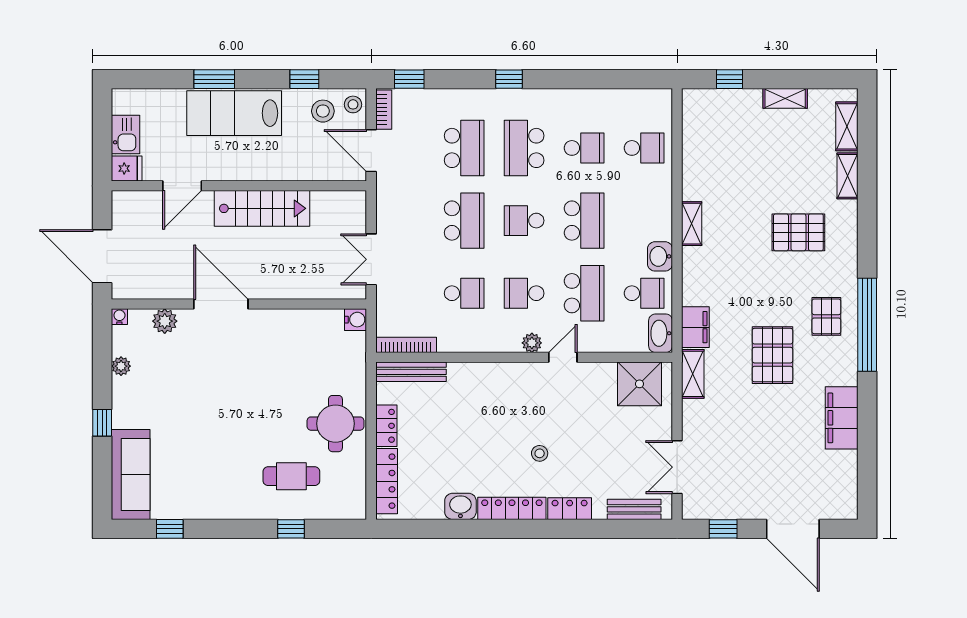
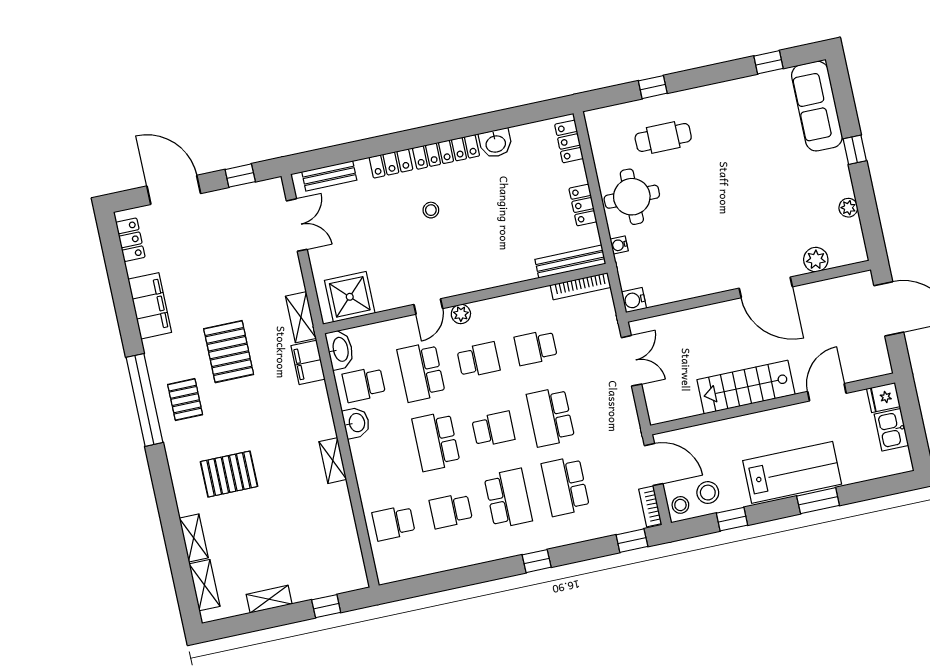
water cooler: (119, 317) -> (619, 245), moved, turned 90
locker: (387, 481) -> (569, 141), width x0.66
locker: (847, 488) -> (130, 240), added

